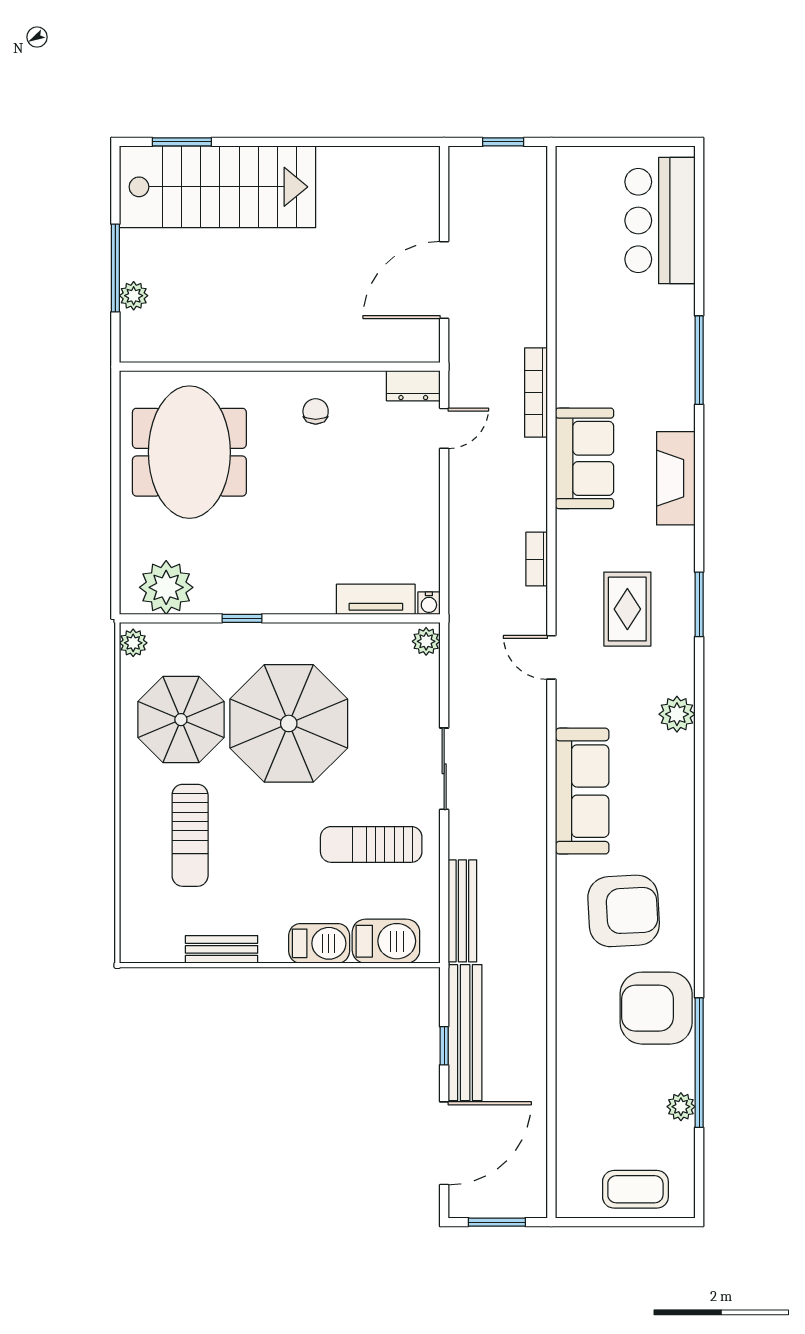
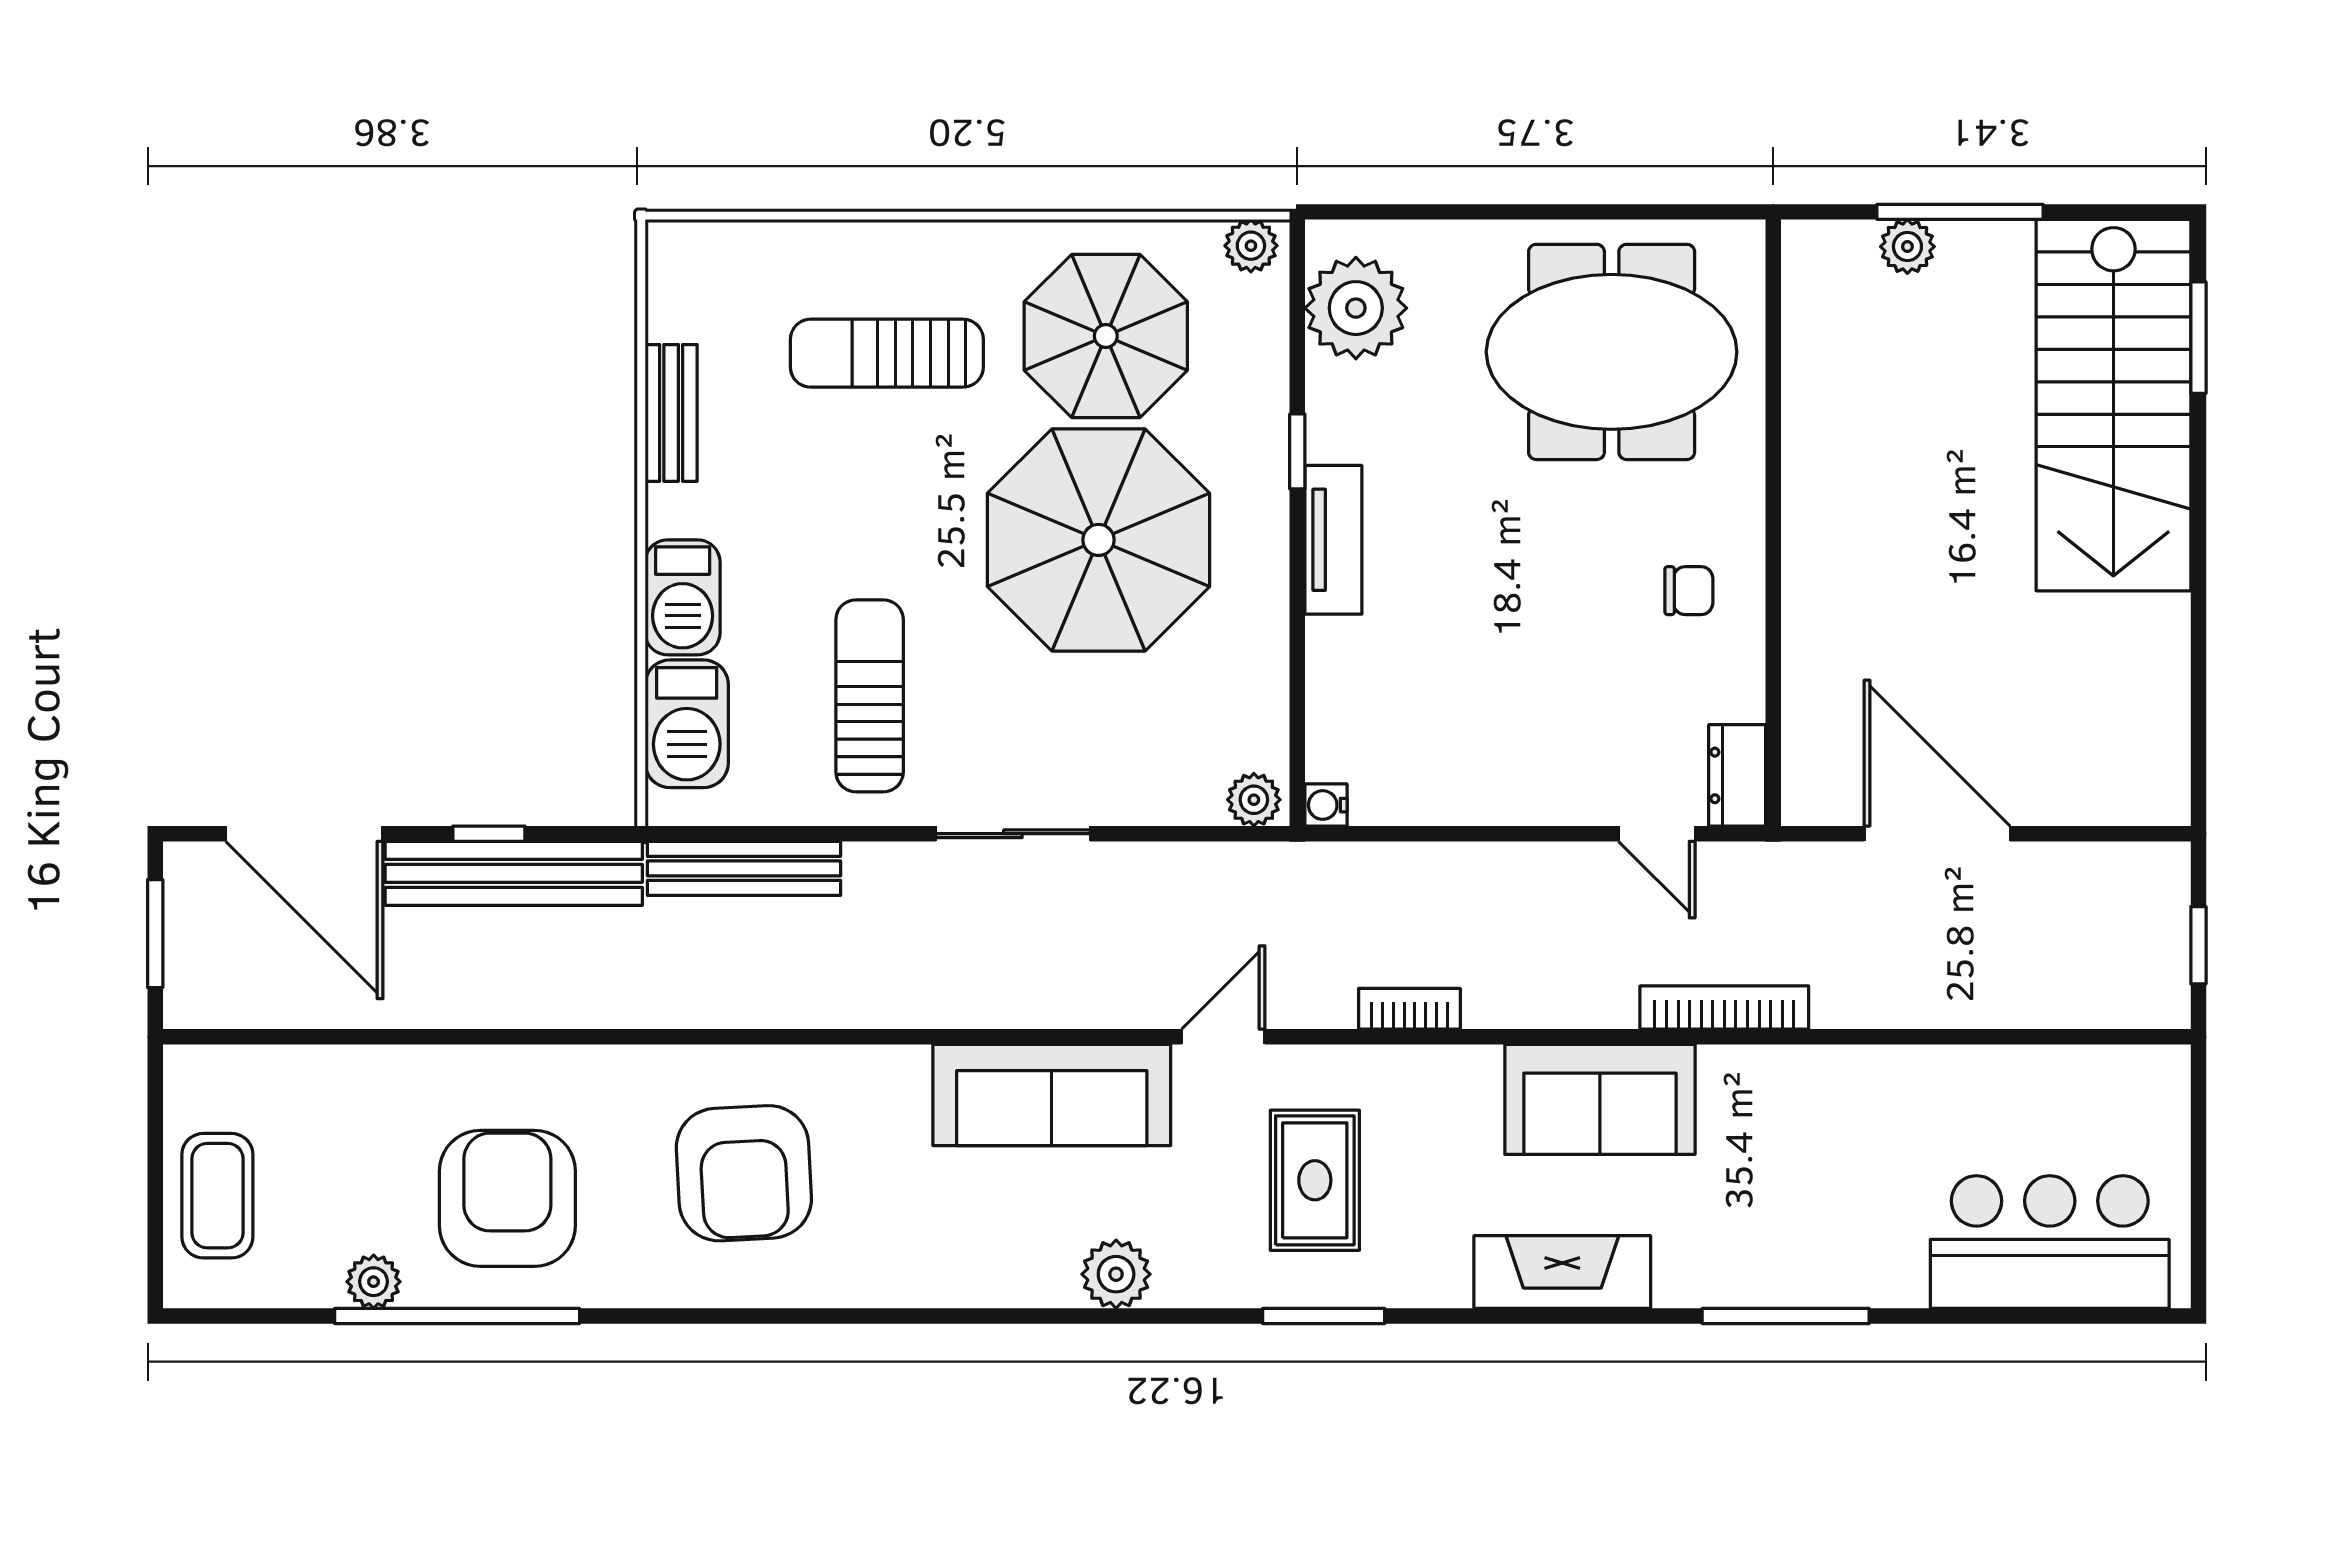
tv unit: (376, 599) -> (1333, 540), moved
rug: (627, 609) -> (1315, 1180), turned 90
sofa: (582, 791) -> (1052, 1095), moved
armchair: (656, 1008) -> (507, 1198), moved

